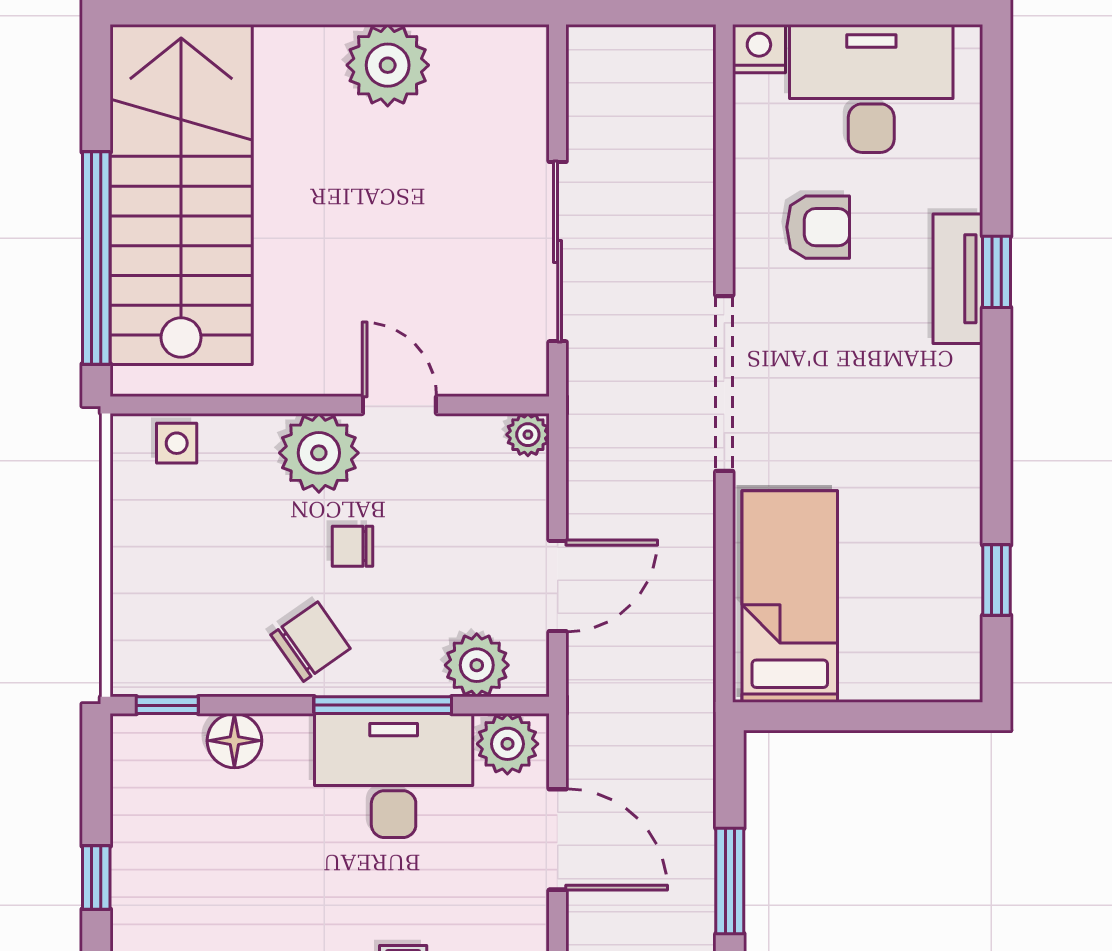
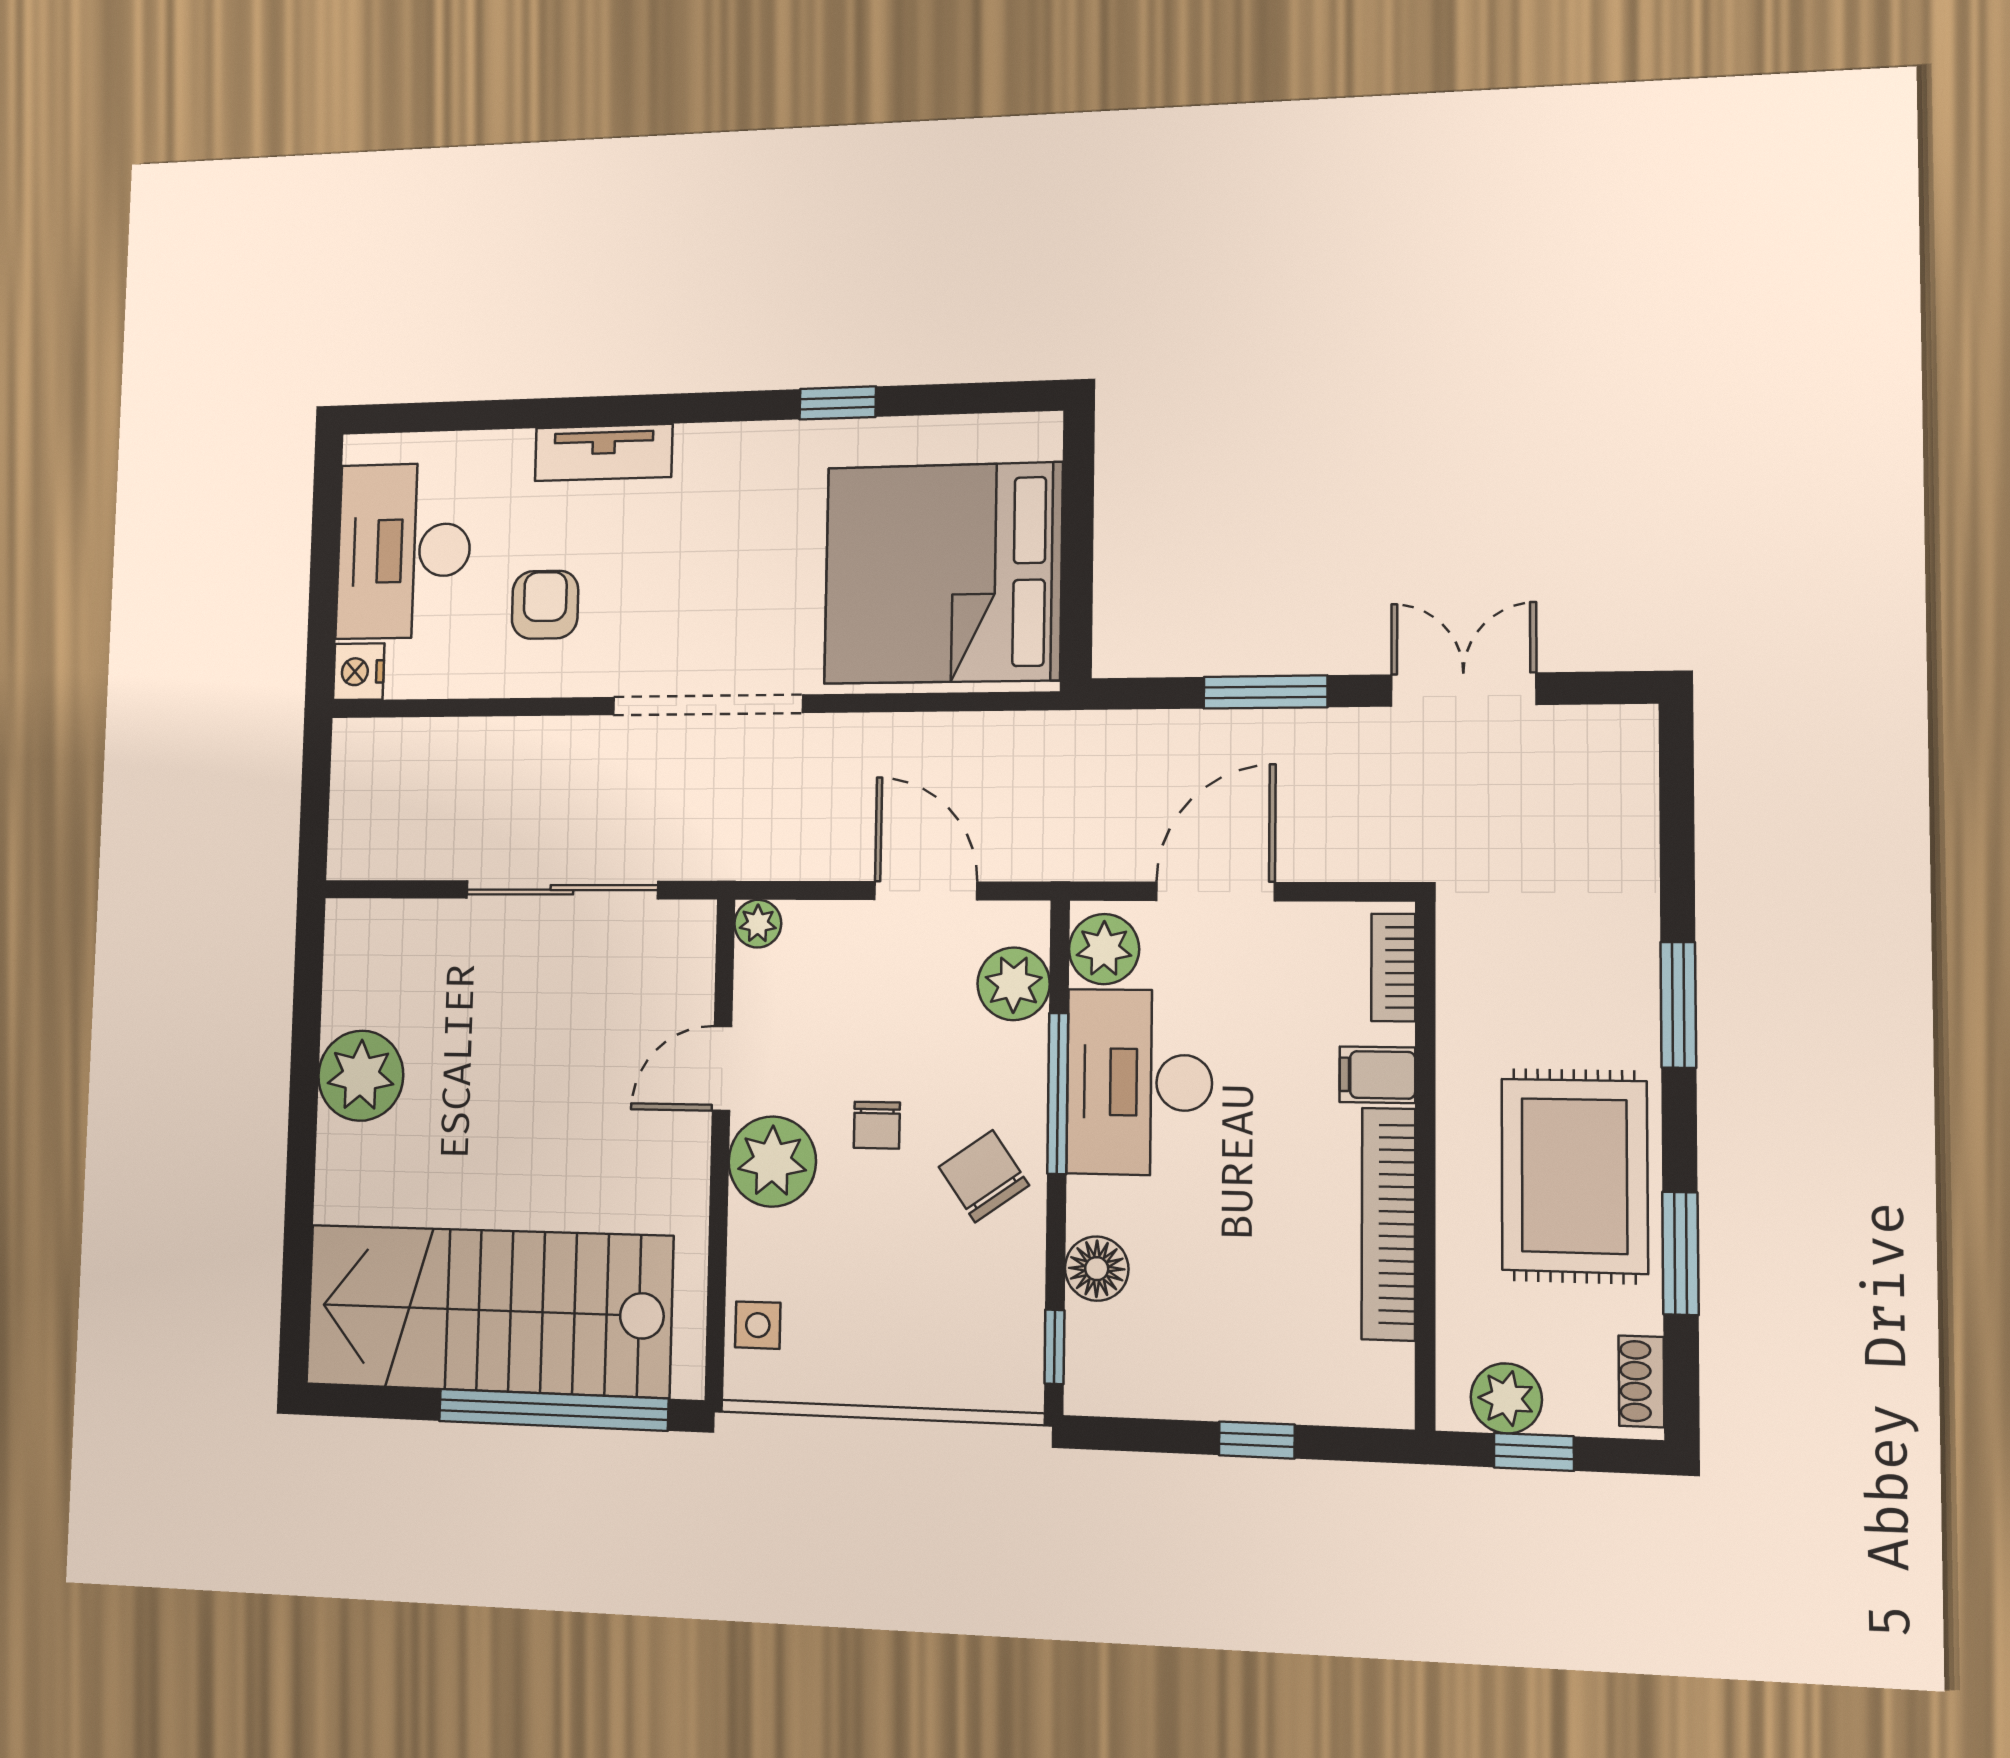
window: (997, 272) -> (598, 411), removed
window: (997, 580) -> (838, 403), moved
bed: (790, 596) -> (943, 573), width x2.04

